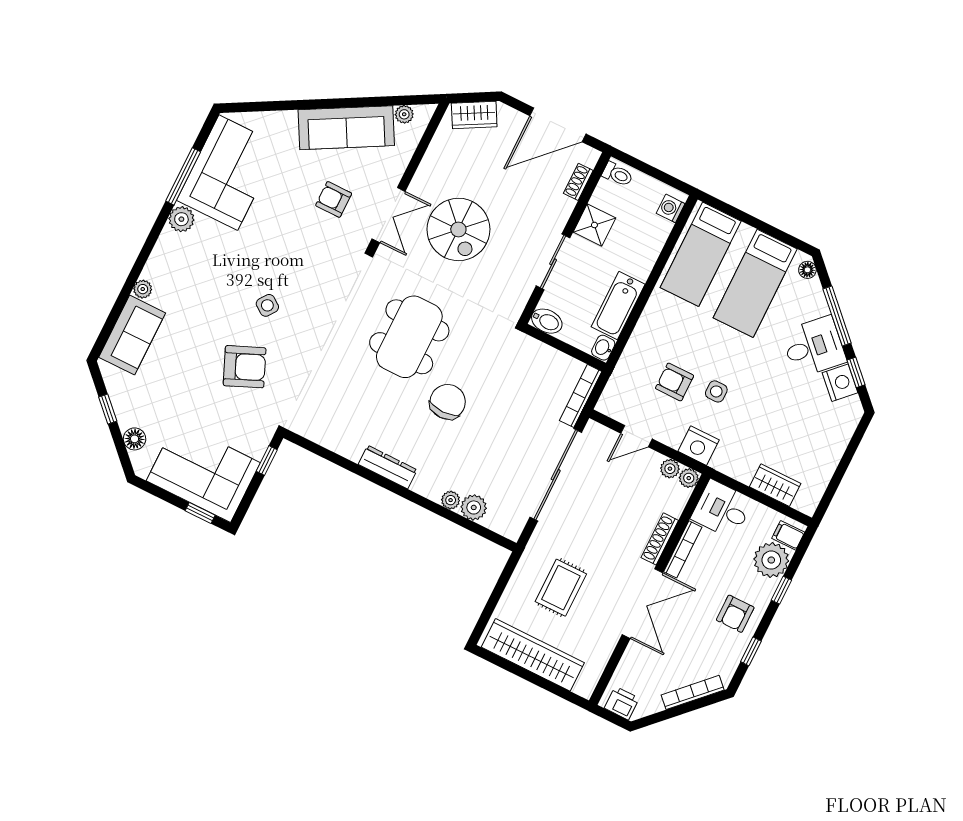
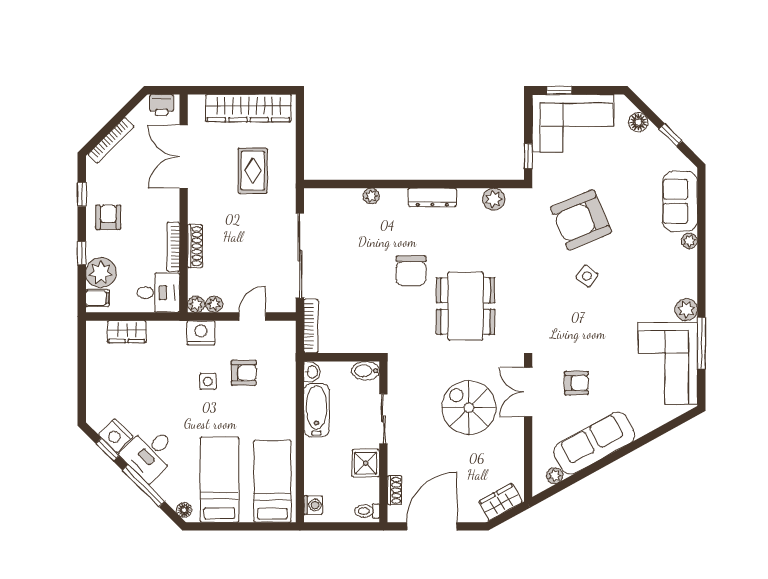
armchair: (245, 367) -> (581, 220), width x1.36, depth x1.36
plant: (474, 507) -> (494, 199), moved
double door: (642, 604) -> (184, 157), moved

